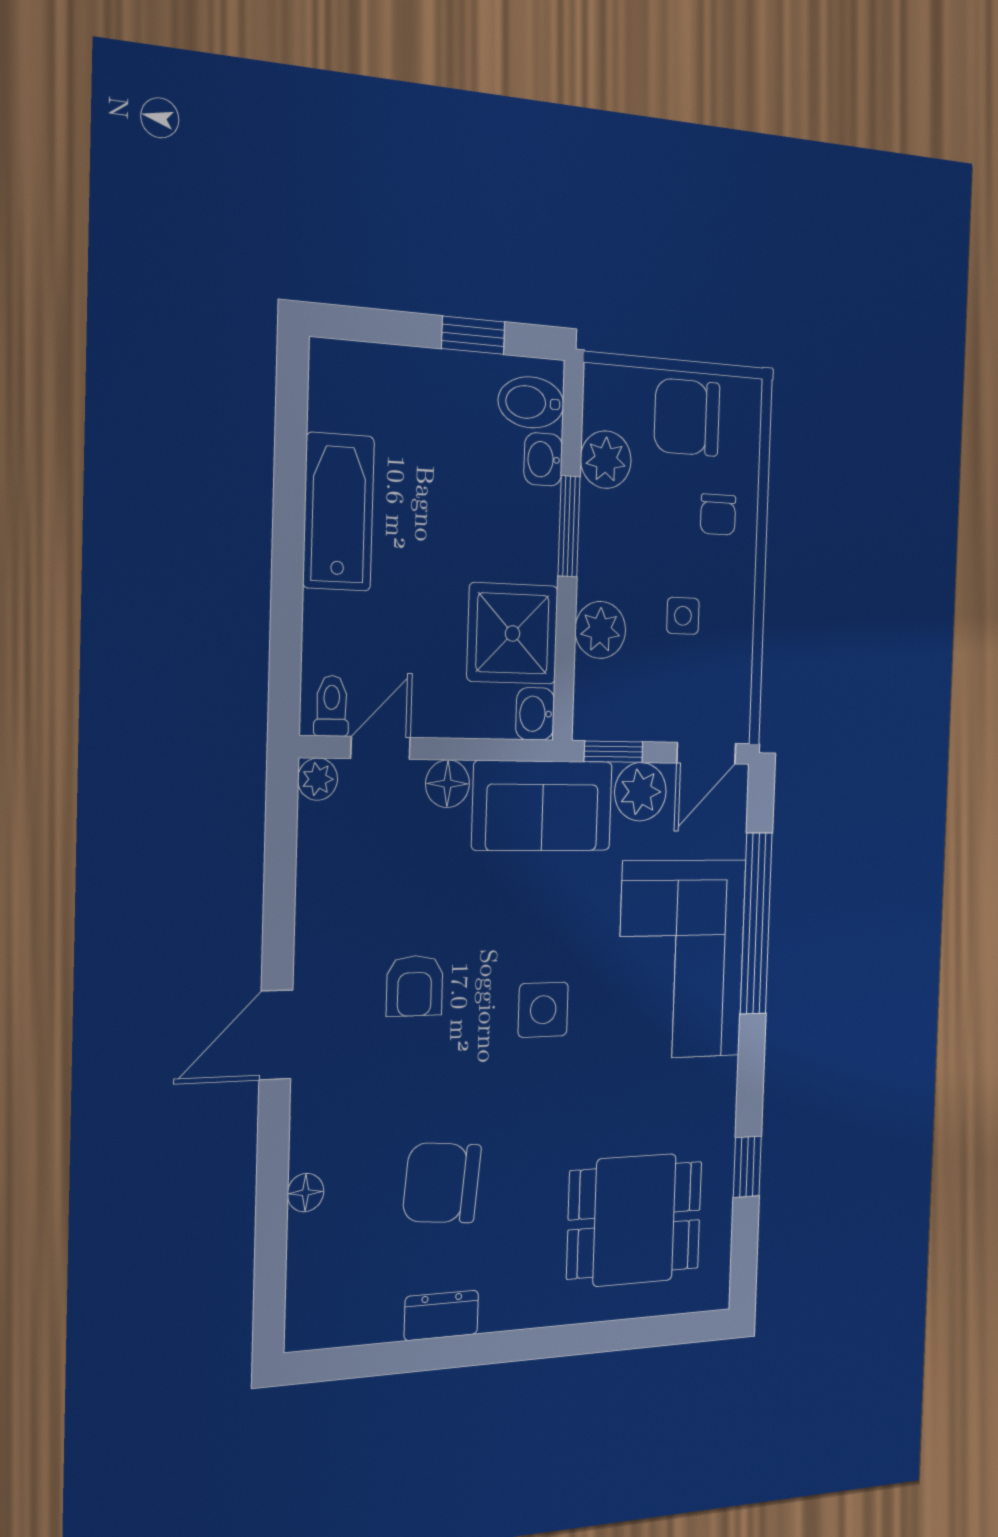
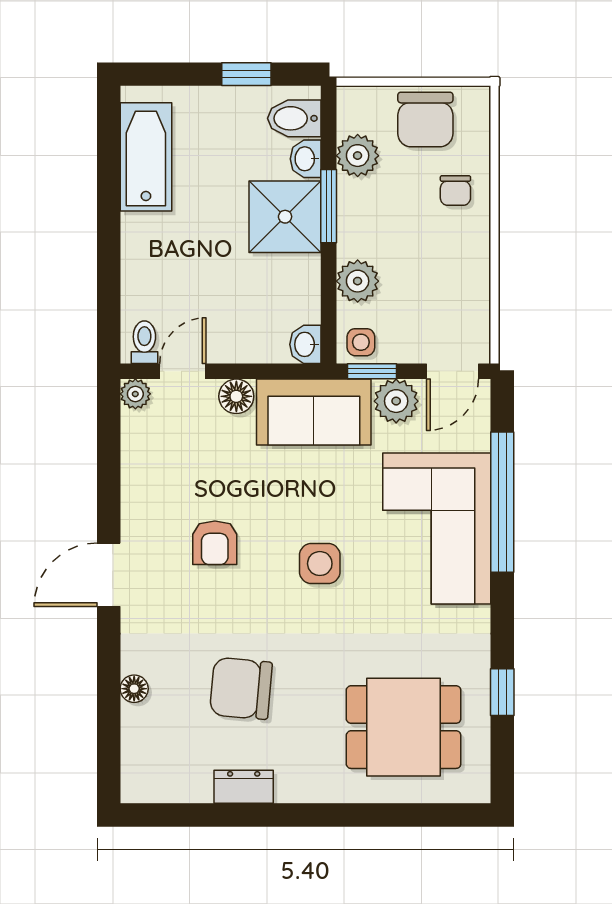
chair: (687, 417) -> (425, 120), turned -90
bathtub: (339, 512) -> (146, 157), moved
side table: (683, 616) -> (361, 342), moved
shower: (513, 633) -> (285, 217), moved

